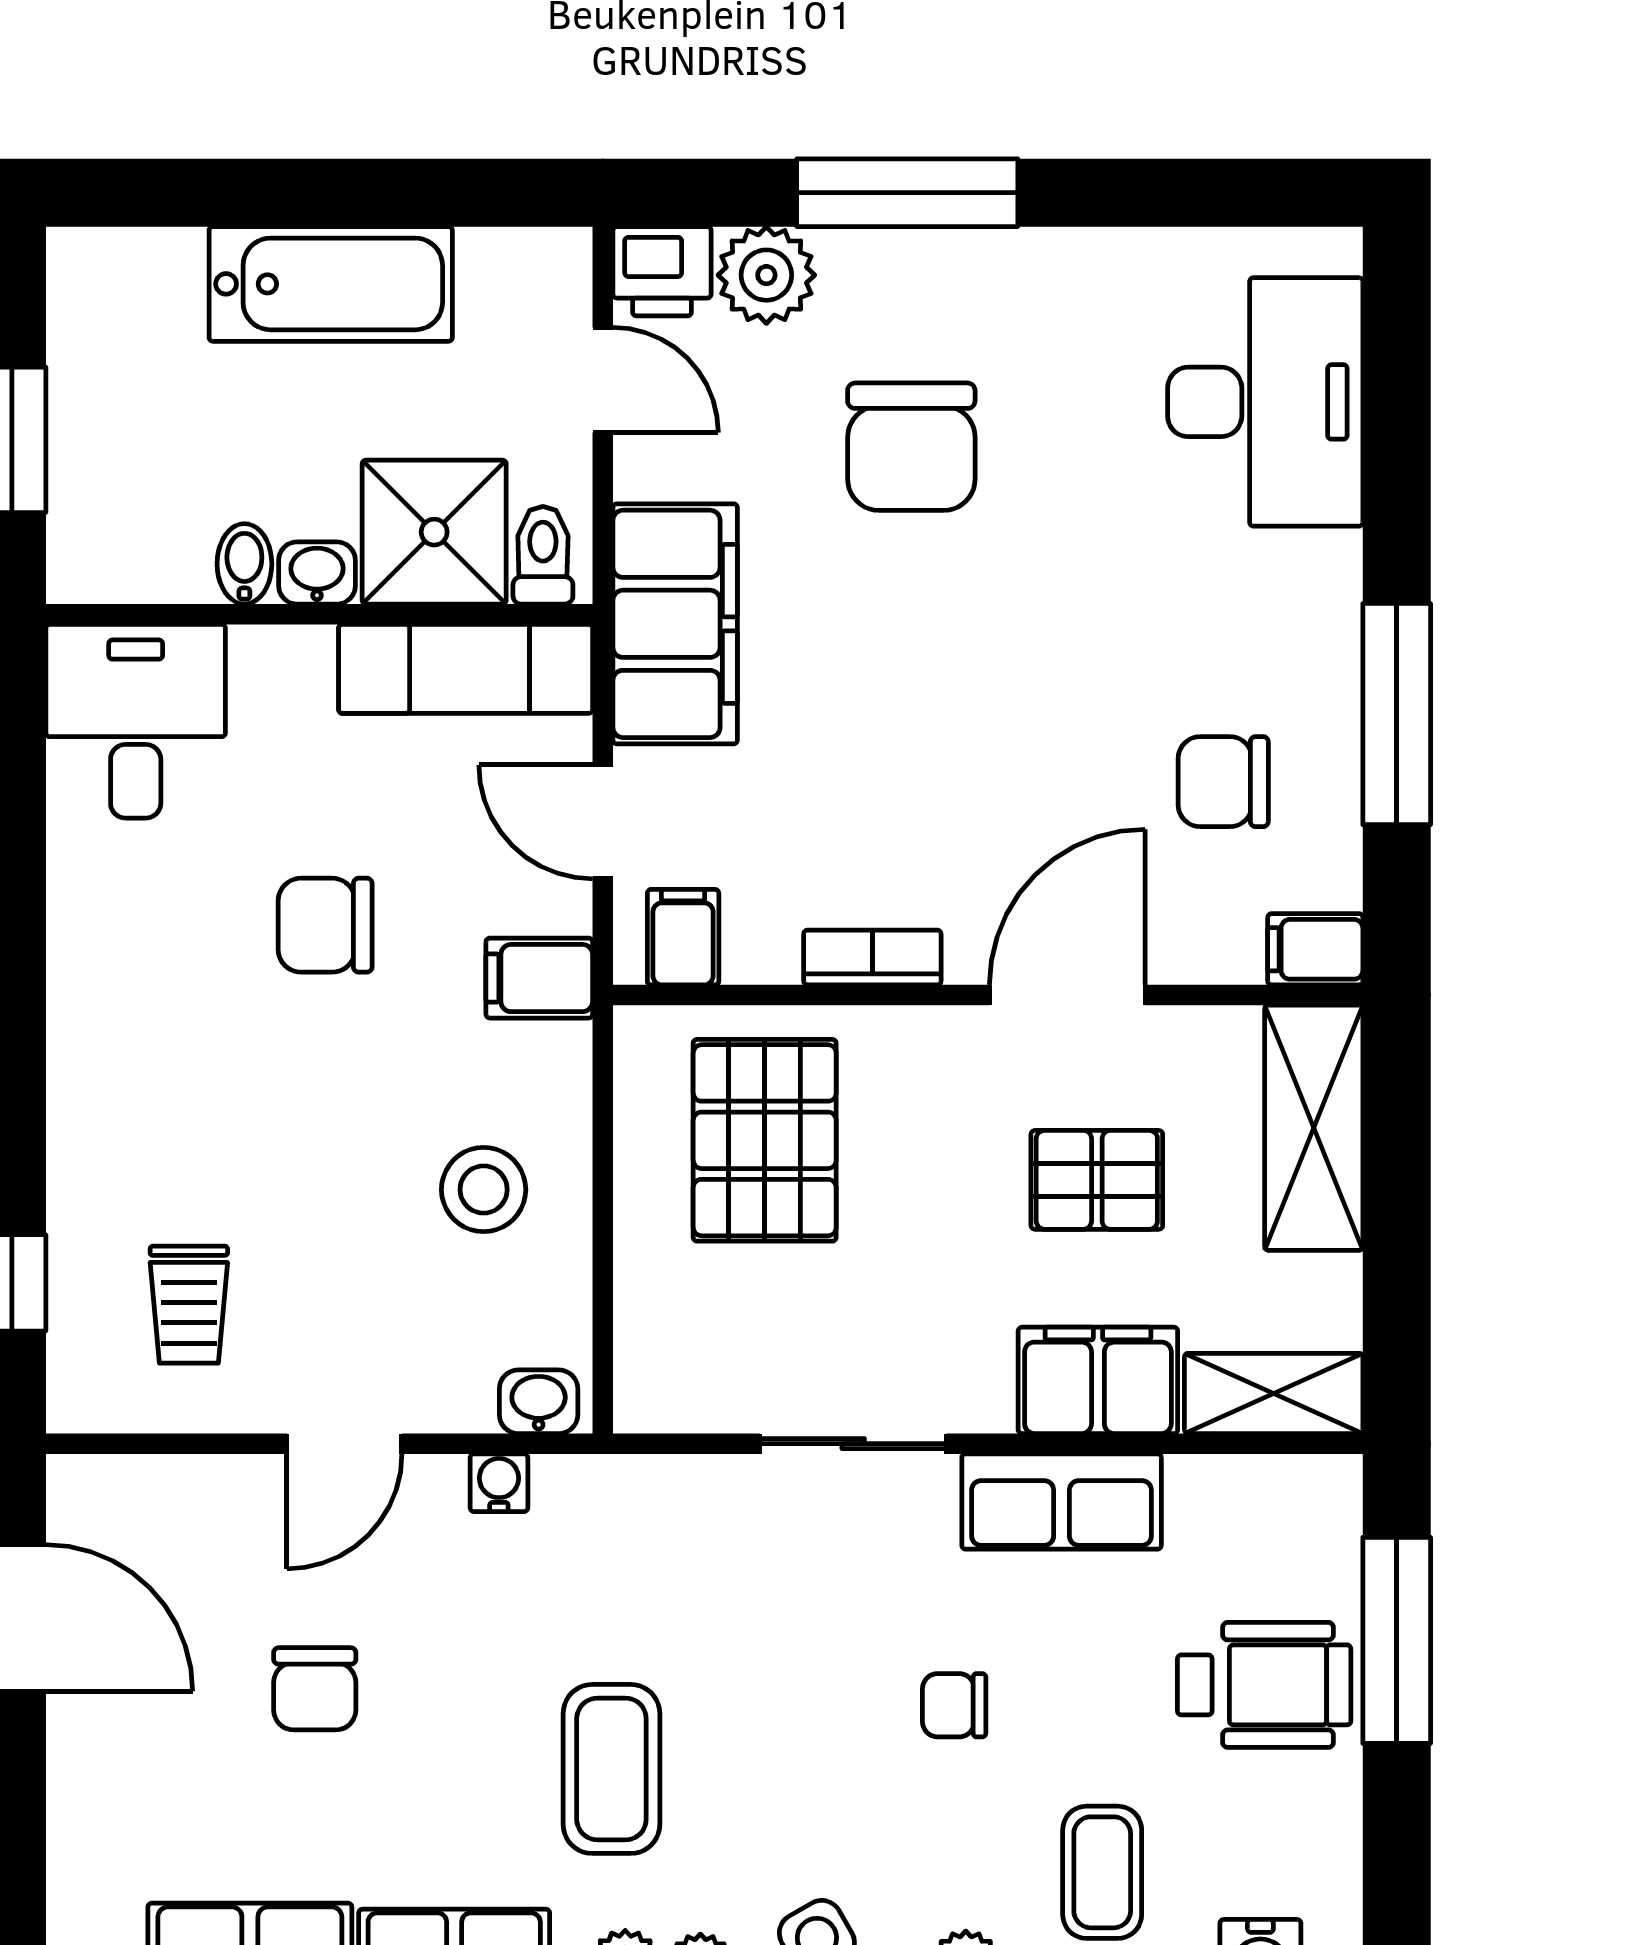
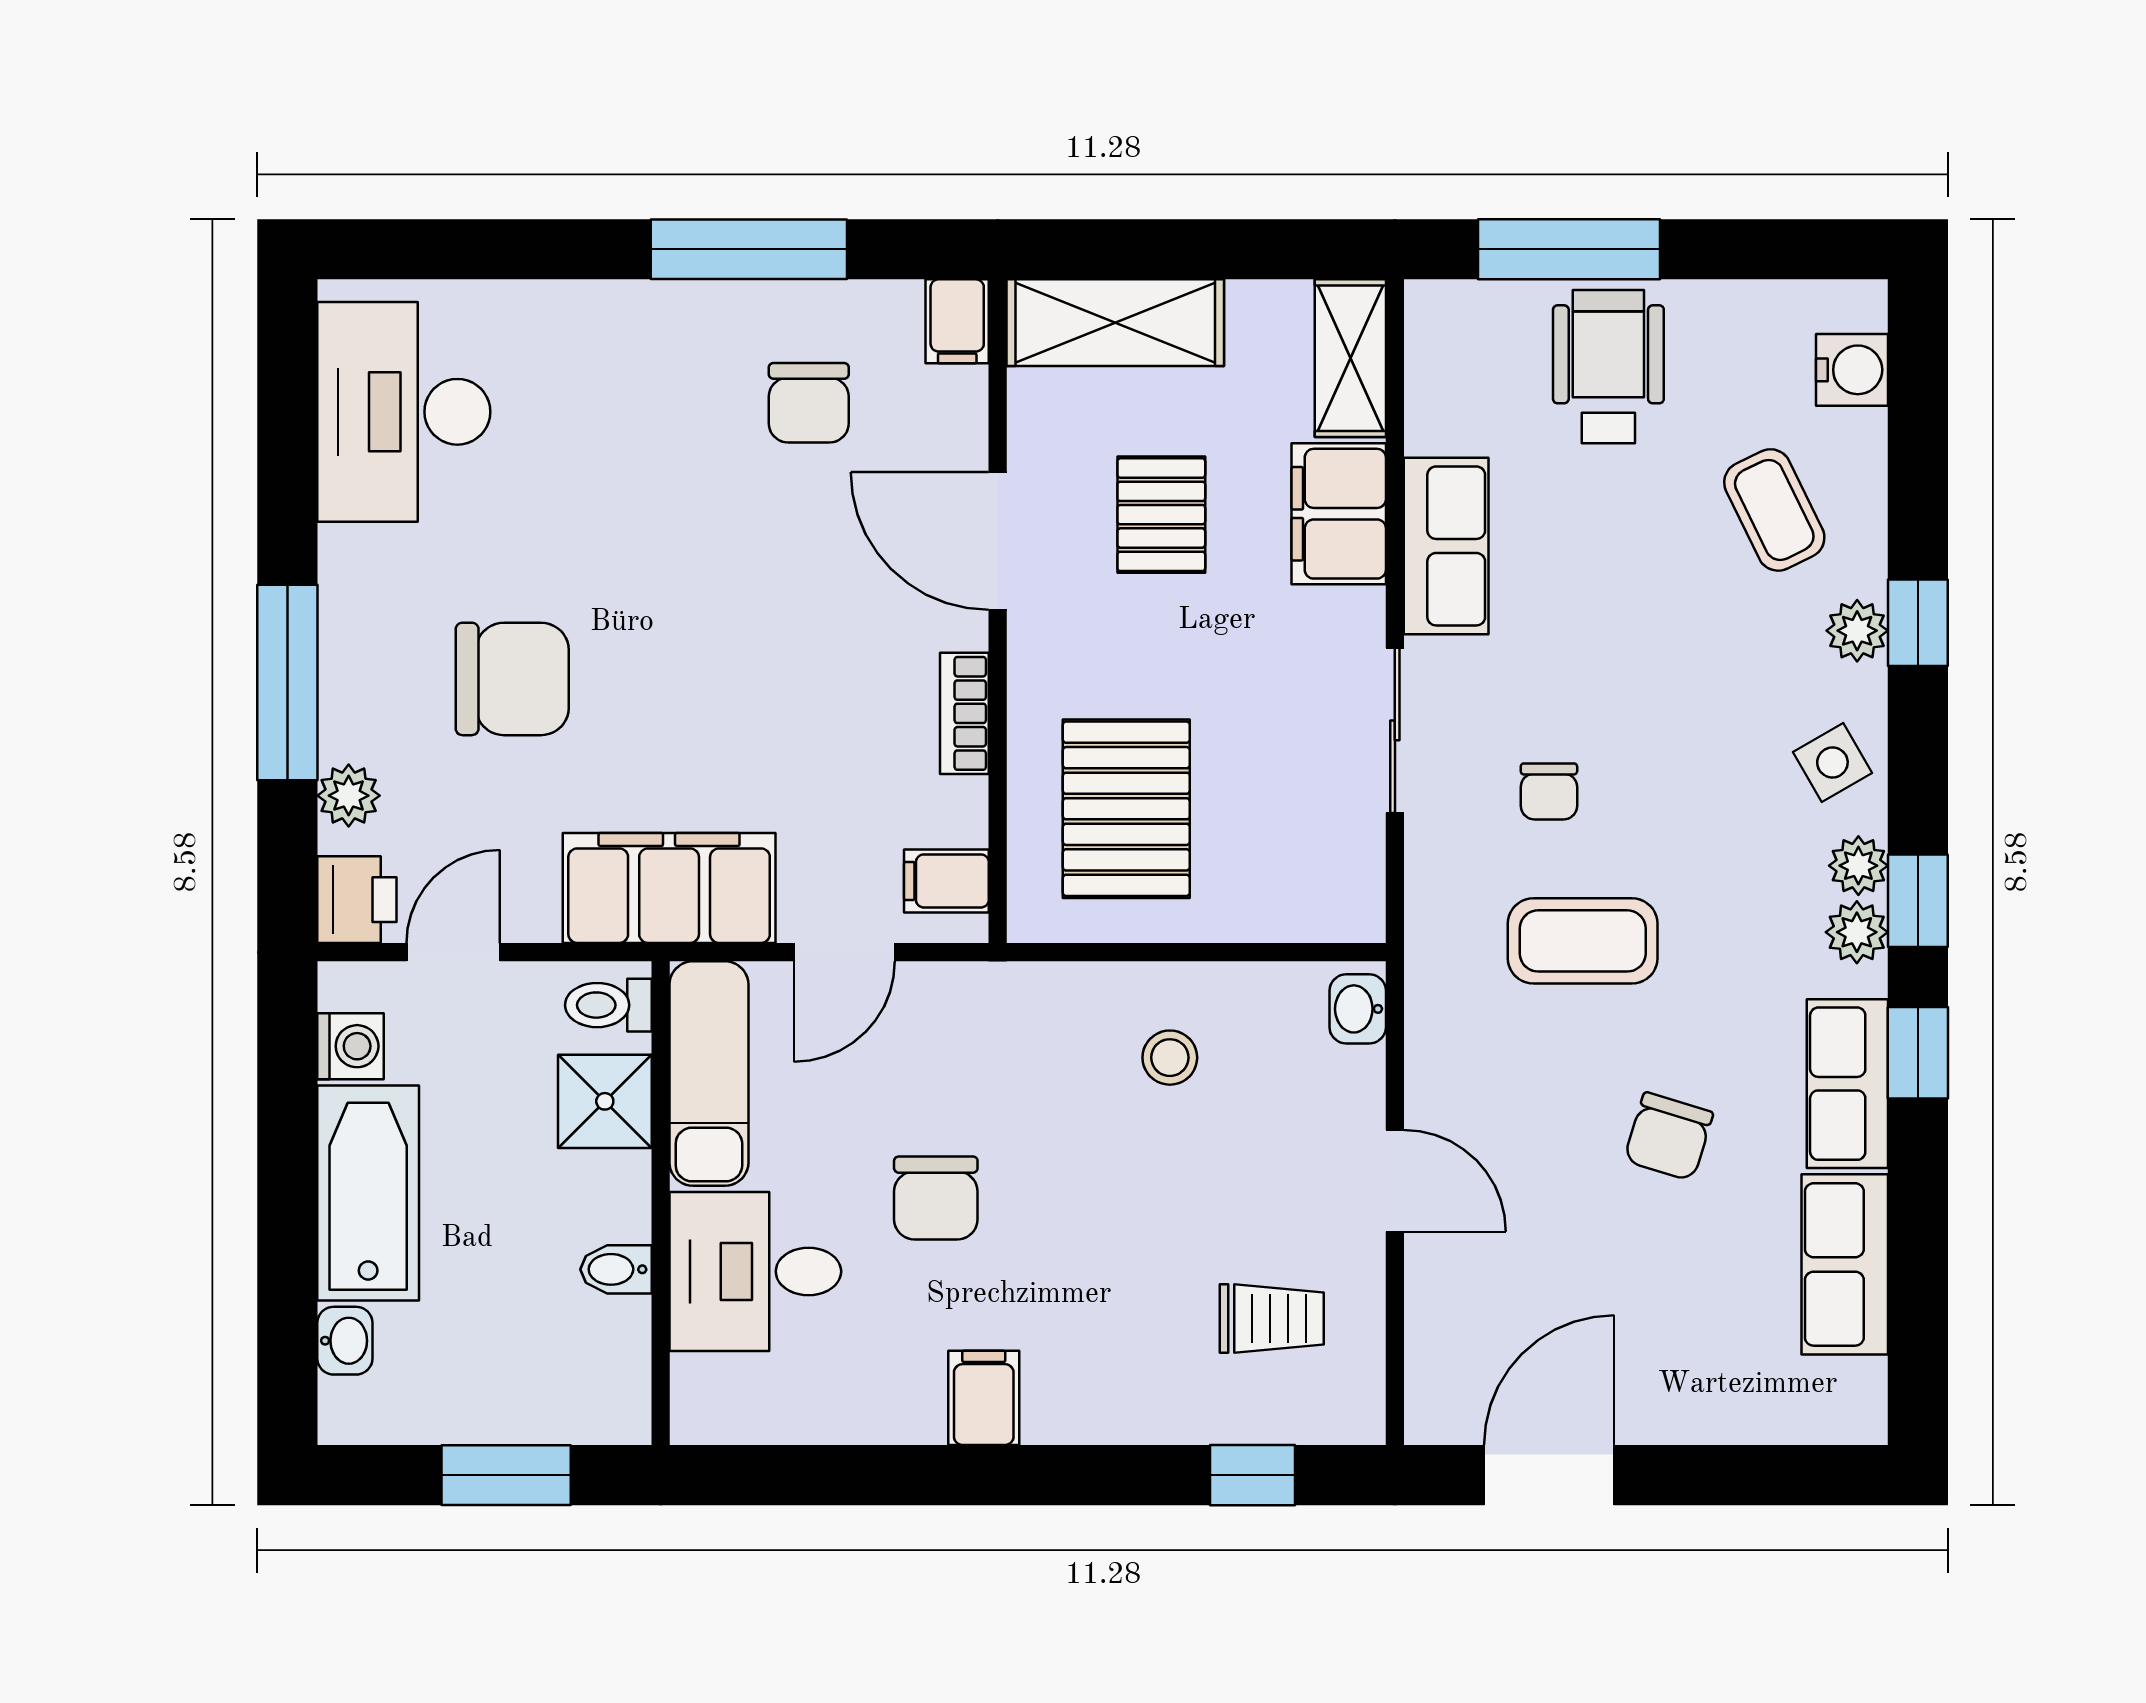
washing machine: (496, 264) -> (350, 1046), added
plant: (766, 275) -> (349, 796), width x0.73, depth x0.73
desk: (1265, 402) -> (404, 412), moved, turned -90
shower: (434, 532) -> (605, 1101), width x0.73, depth x0.73
washbasin: (317, 573) -> (345, 1341), moved, turned 180
desk: (136, 721) -> (755, 1271), moved
filing cabinet: (539, 978) -> (984, 1398), moved, turned 180
pallet: (765, 1140) -> (1126, 809), turned 90
stool: (484, 1190) -> (1170, 1058), width x0.73, depth x0.73
water cooler: (499, 1483) -> (1429, 1044), removed
chair: (315, 1689) -> (1669, 1137), moved, turned 107
chair: (954, 1705) -> (1549, 791), moved
coffee table: (611, 1769) -> (1583, 941), moved
coffee table: (1102, 1872) -> (1774, 510), turned 64

